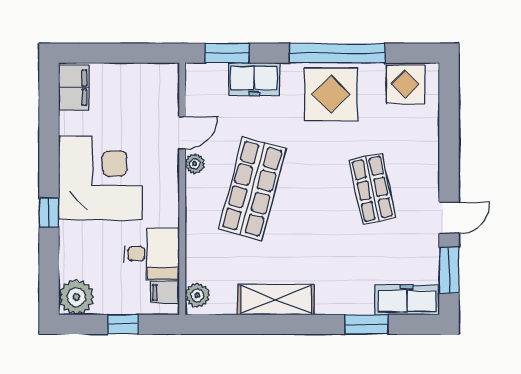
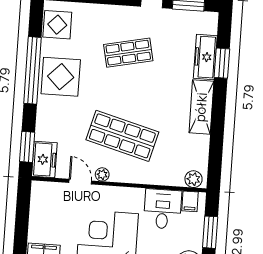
freezer: (254, 79) -> (44, 160), moved
shelving: (276, 299) -> (201, 107), moved
freezer: (407, 300) -> (205, 57), moved
window: (123, 324) -> (210, 232), width x1.50

